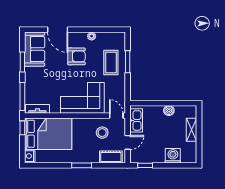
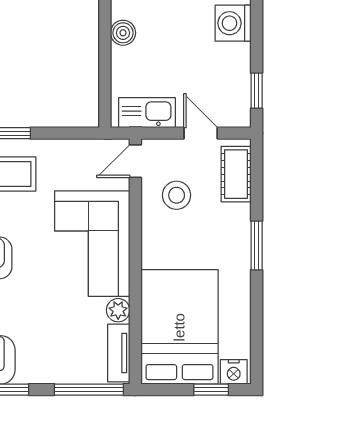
plant: (55, 109) -> (118, 310), added
window: (22, 128) -> (211, 390), moved

